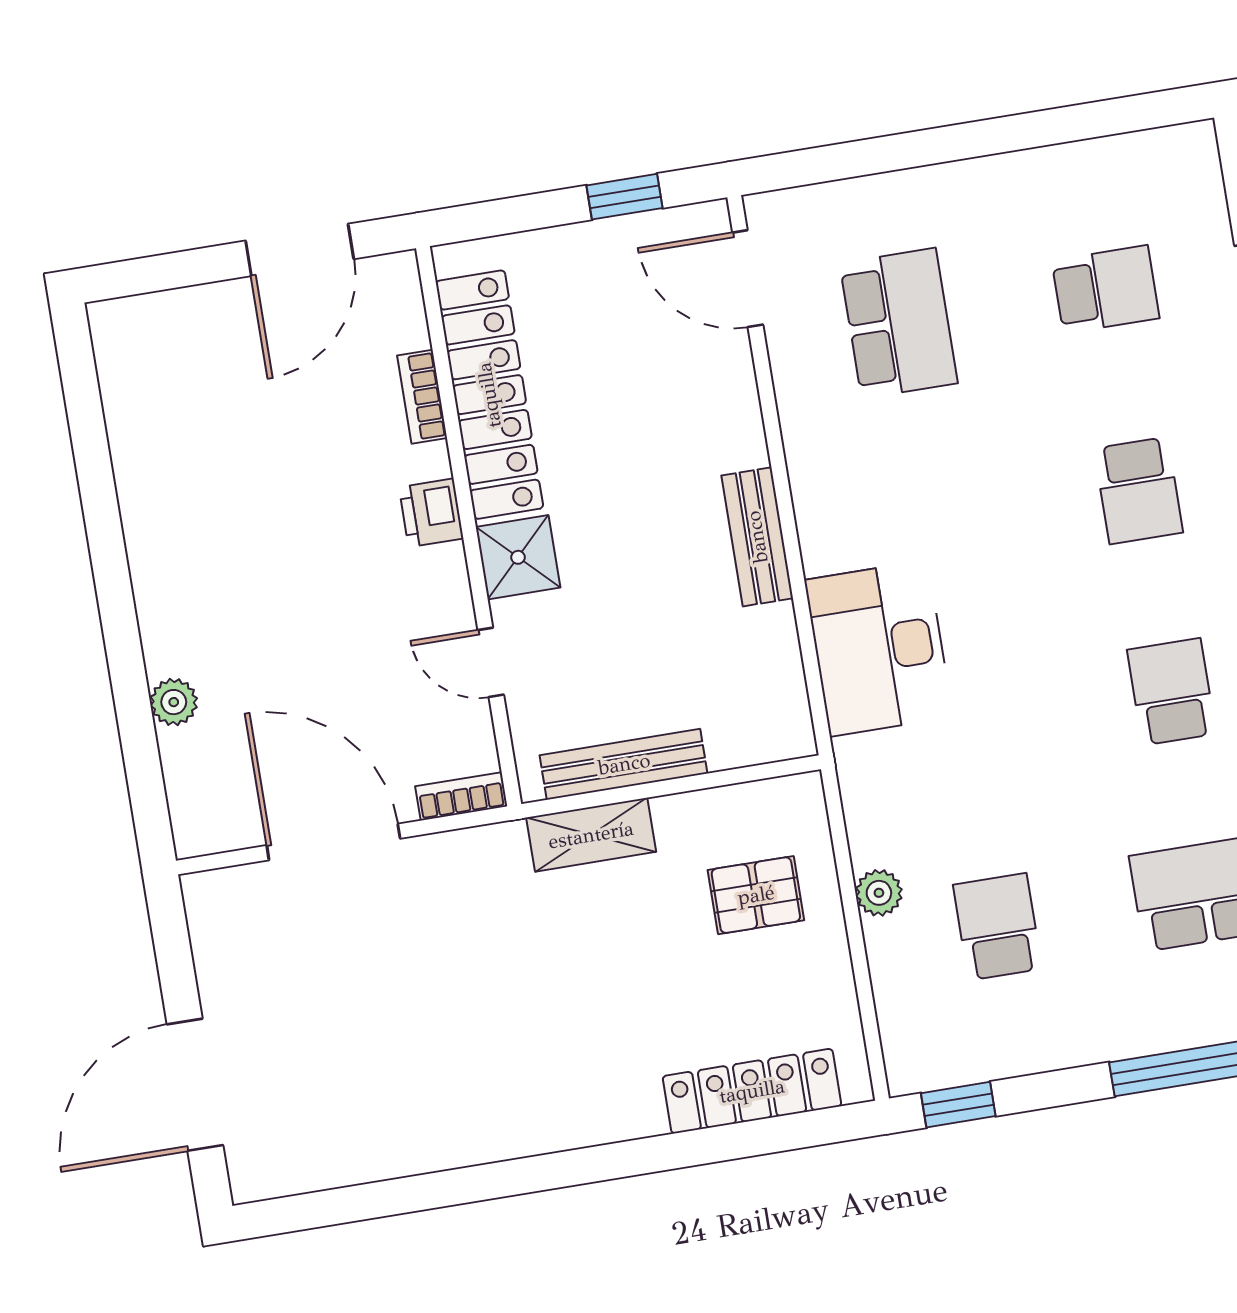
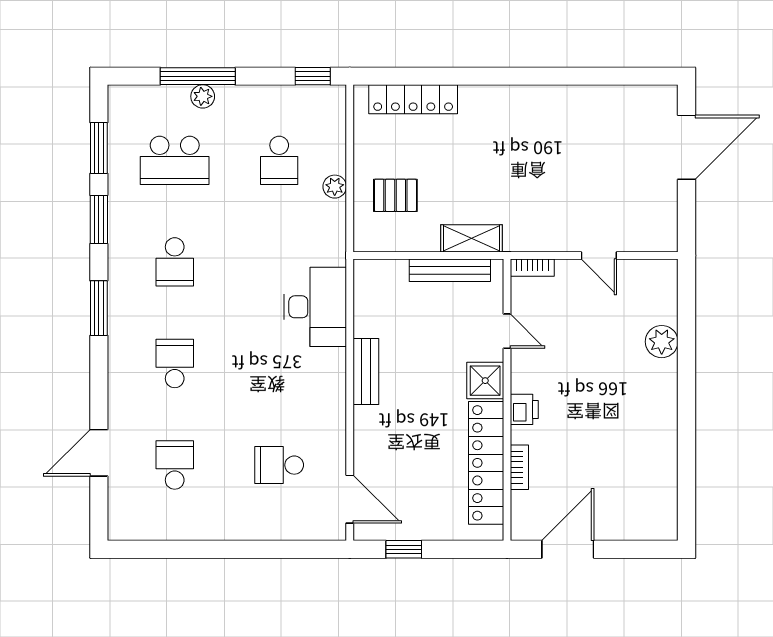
school desk: (1106, 289) -> (175, 465), turned 90
school desk: (899, 323) -> (279, 465), width x0.54
plant: (174, 702) -> (662, 342), width x1.38, depth x1.38
door: (333, 842) -> (599, 256), width x0.53
plant: (1170, 1029) -> (203, 96), added

